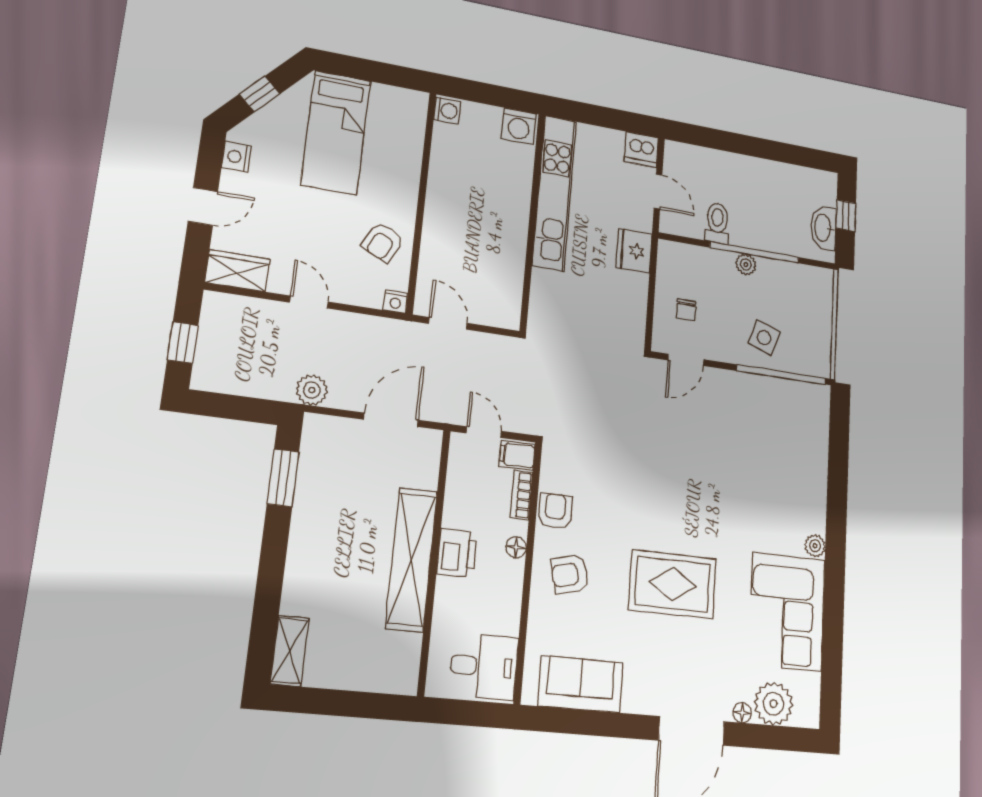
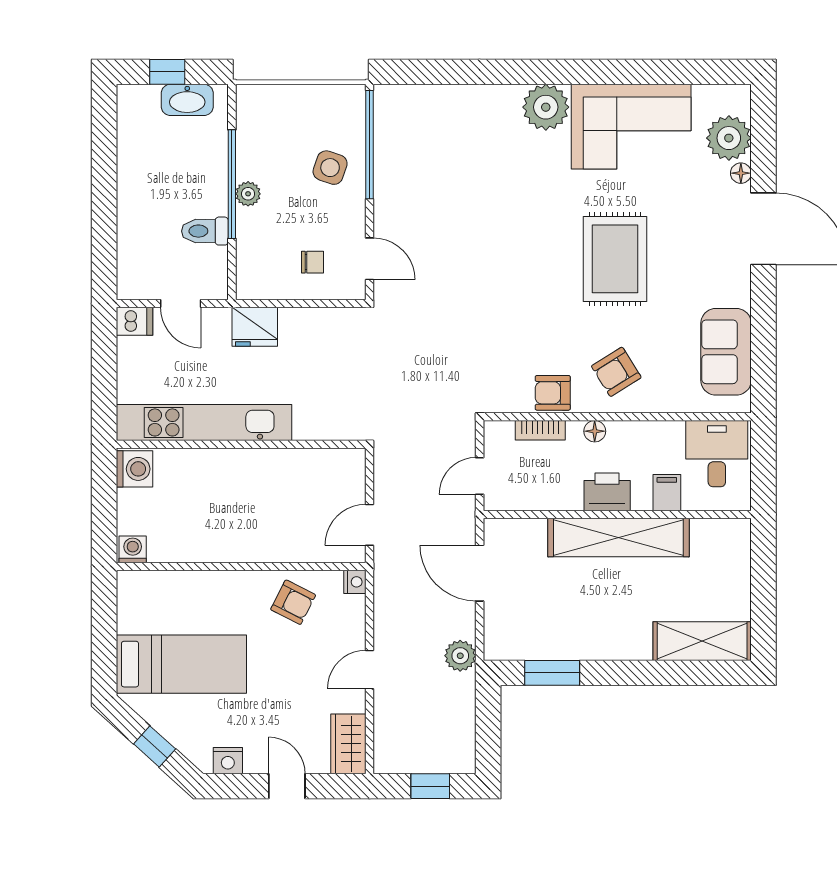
dishwasher: (641, 150) -> (134, 321), width x0.73
door: (658, 192) -> (181, 304), swing flipped
filing cabinet: (517, 455) -> (667, 493), moved, turned 180
plant: (815, 546) -> (546, 107), width x1.88, depth x1.88
armchair: (570, 574) -> (616, 372), turned 72
shelving: (290, 651) -> (702, 641), width x1.50, depth x1.33

